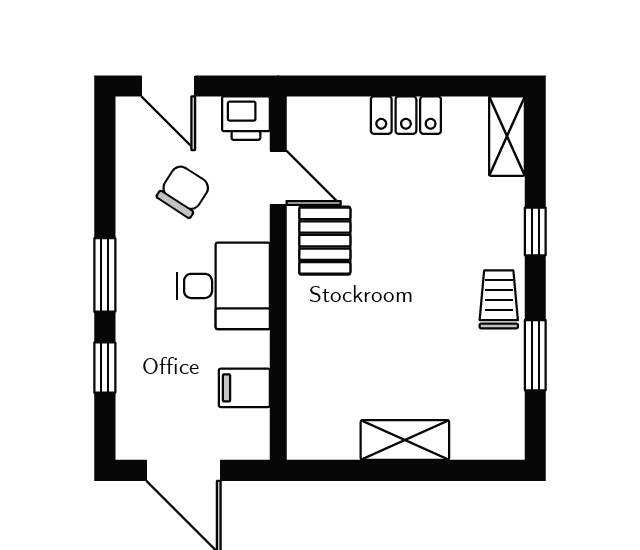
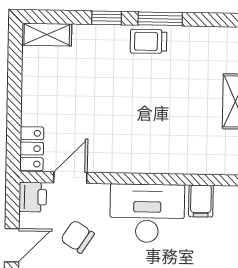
locker: (406, 115) -> (32, 149), moved
pallet: (325, 241) -> (110, 149), removed
desk: (223, 286) -> (147, 213), width x1.37
window: (535, 355) -> (160, 19), moved

